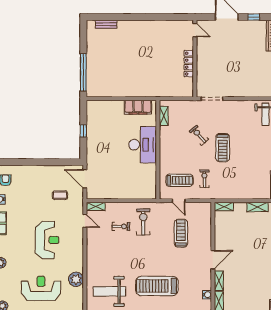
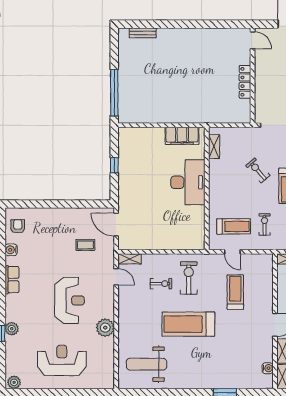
plant: (76, 279) -> (105, 328), moved
treadmill: (157, 286) -> (188, 324), moved

